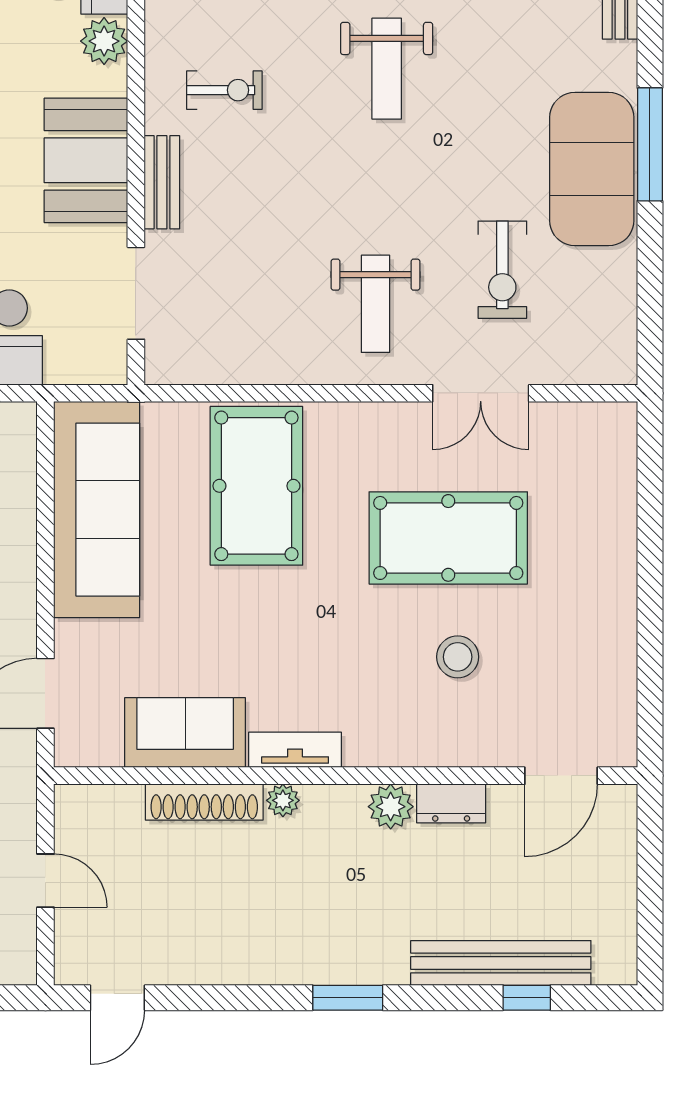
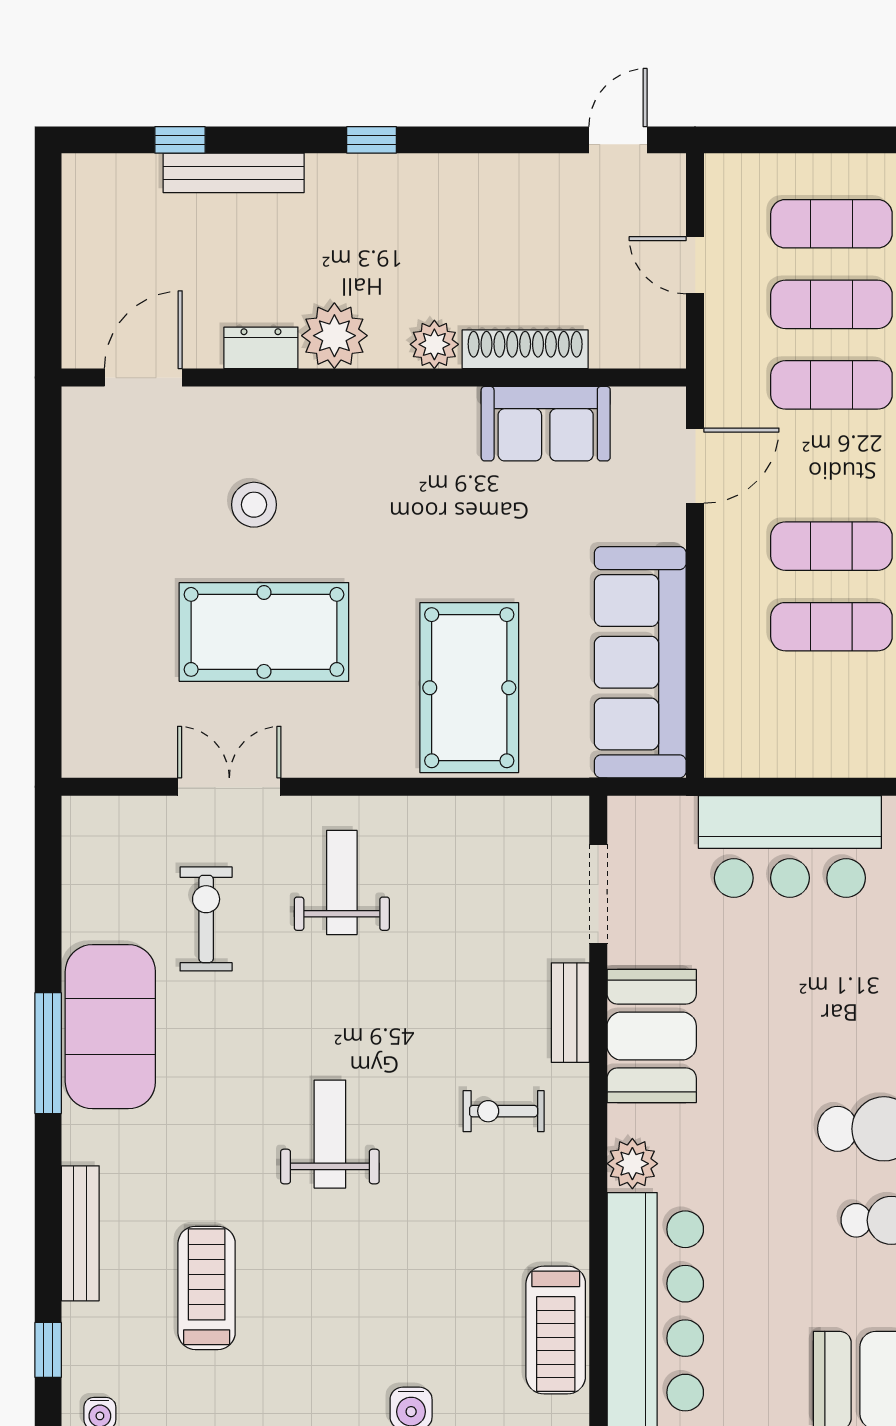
tv unit: (295, 750) -> (428, 405), removed
plant: (283, 800) -> (434, 344), width x1.38, depth x1.38
plant: (391, 807) -> (334, 336), width x1.36, depth x1.36
bench: (501, 963) -> (234, 173), width x0.73, depth x0.82
window: (348, 998) -> (372, 140), width x0.67

